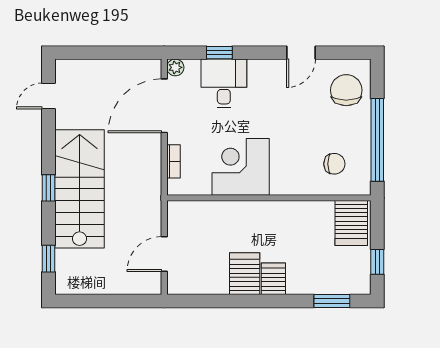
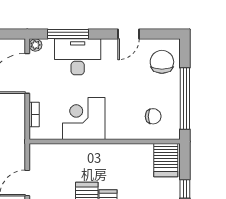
window: (219, 53) -> (68, 34), width x2.17
desk: (224, 83) -> (78, 57), width x1.37

